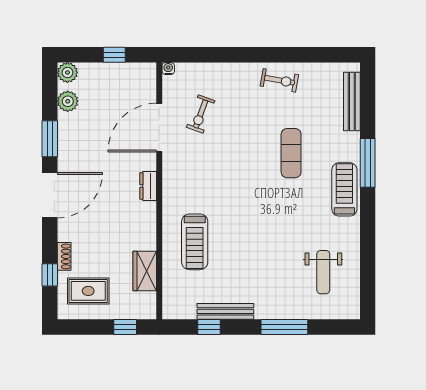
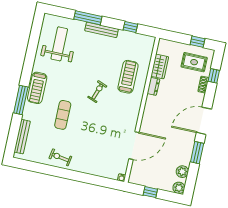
exercise bike: (201, 114) -> (97, 92), moved
dresser: (148, 186) -> (153, 86), moved
weight bench: (323, 272) -> (59, 44), width x1.36, depth x1.33
bench: (225, 311) -> (102, 30), moved
window: (125, 327) -> (198, 42), moved

